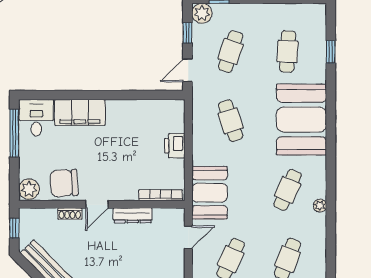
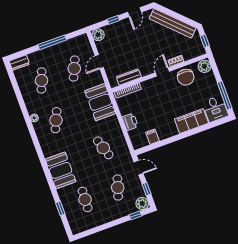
door: (187, 70) -> (139, 168), hinge flipped
filing cabinet: (149, 110) -> (152, 137), added
booth: (301, 120) -> (61, 170), width x0.73, depth x0.70
chair: (64, 183) -> (186, 77), turned 98
dresser: (133, 215) -> (129, 77), moved
door: (188, 237) -> (99, 62), moved

